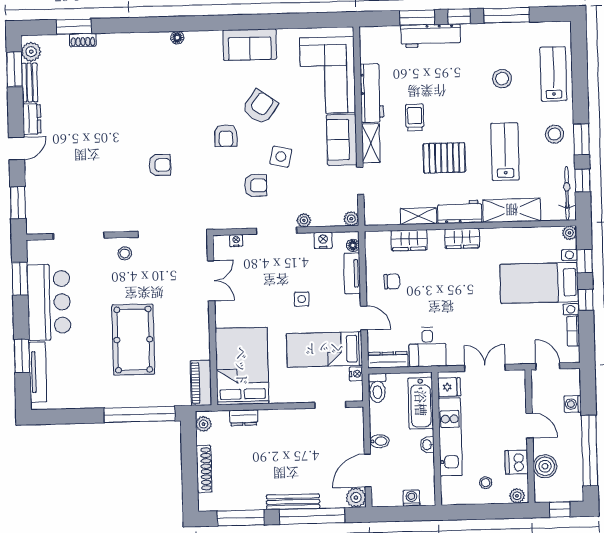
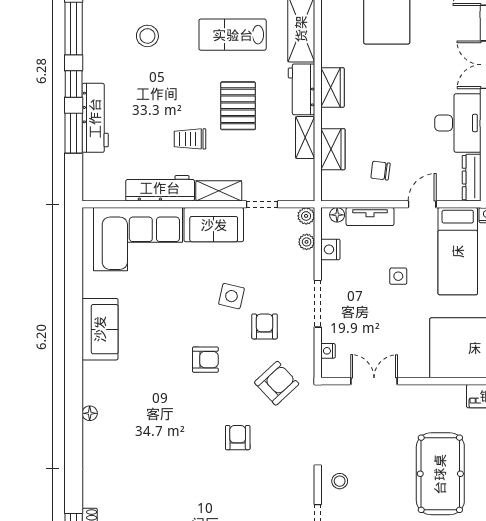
armchair: (260, 107) -> (277, 383), moved, turned 101
plant: (304, 220) -> (307, 242), moved
chair: (392, 281) -> (380, 171), turned -83
pool table: (133, 340) -> (440, 474), turned 90
desk: (428, 347) -> (458, 123), width x1.37

